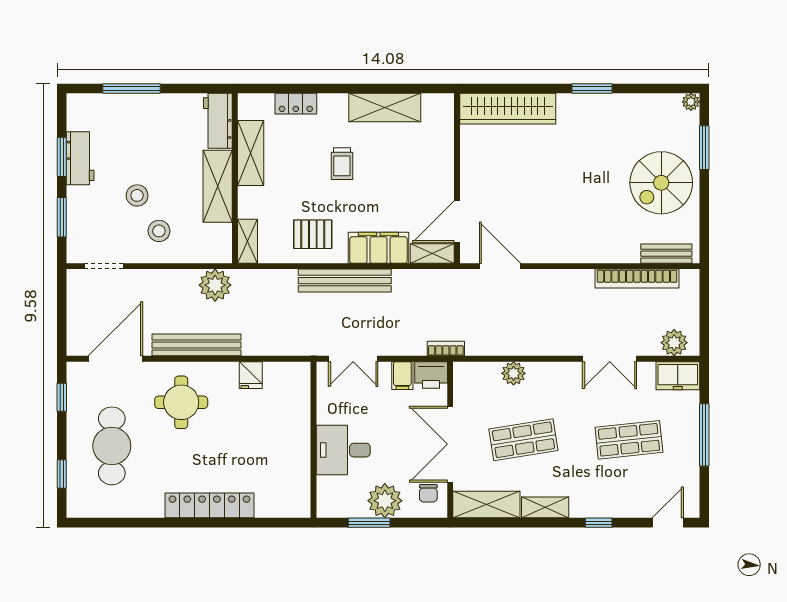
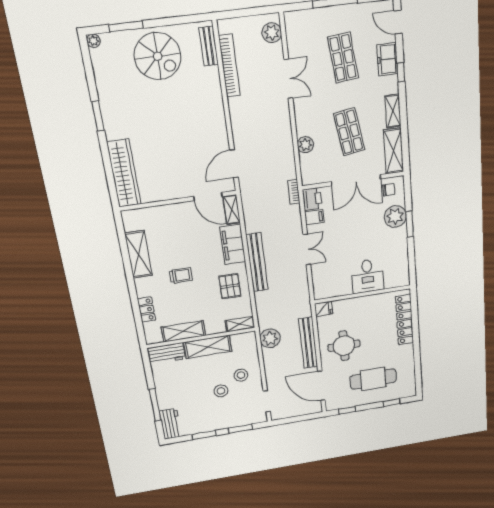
workbench: (80, 158) -> (170, 424), moved, turned 90
freezer: (678, 376) -> (387, 59), moved, turned 180
wall: (314, 440) -> (363, 294), moved
desk: (343, 450) -> (367, 276), moved

